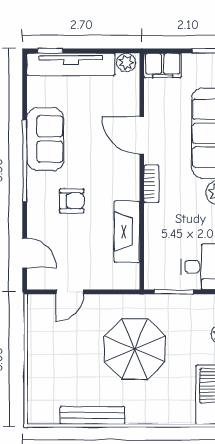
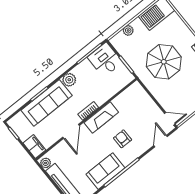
fireplace: (127, 232) -> (101, 117), moved
door: (70, 292) -> (170, 119), moved

